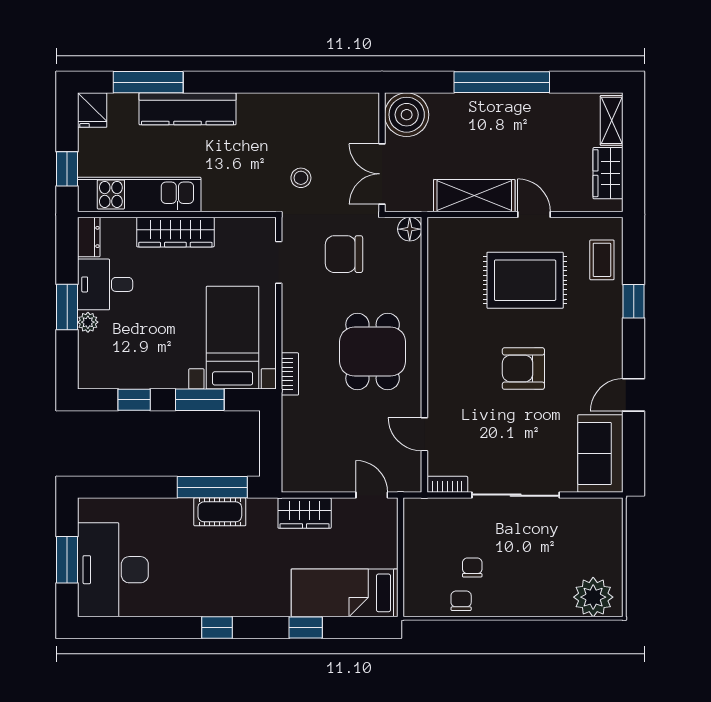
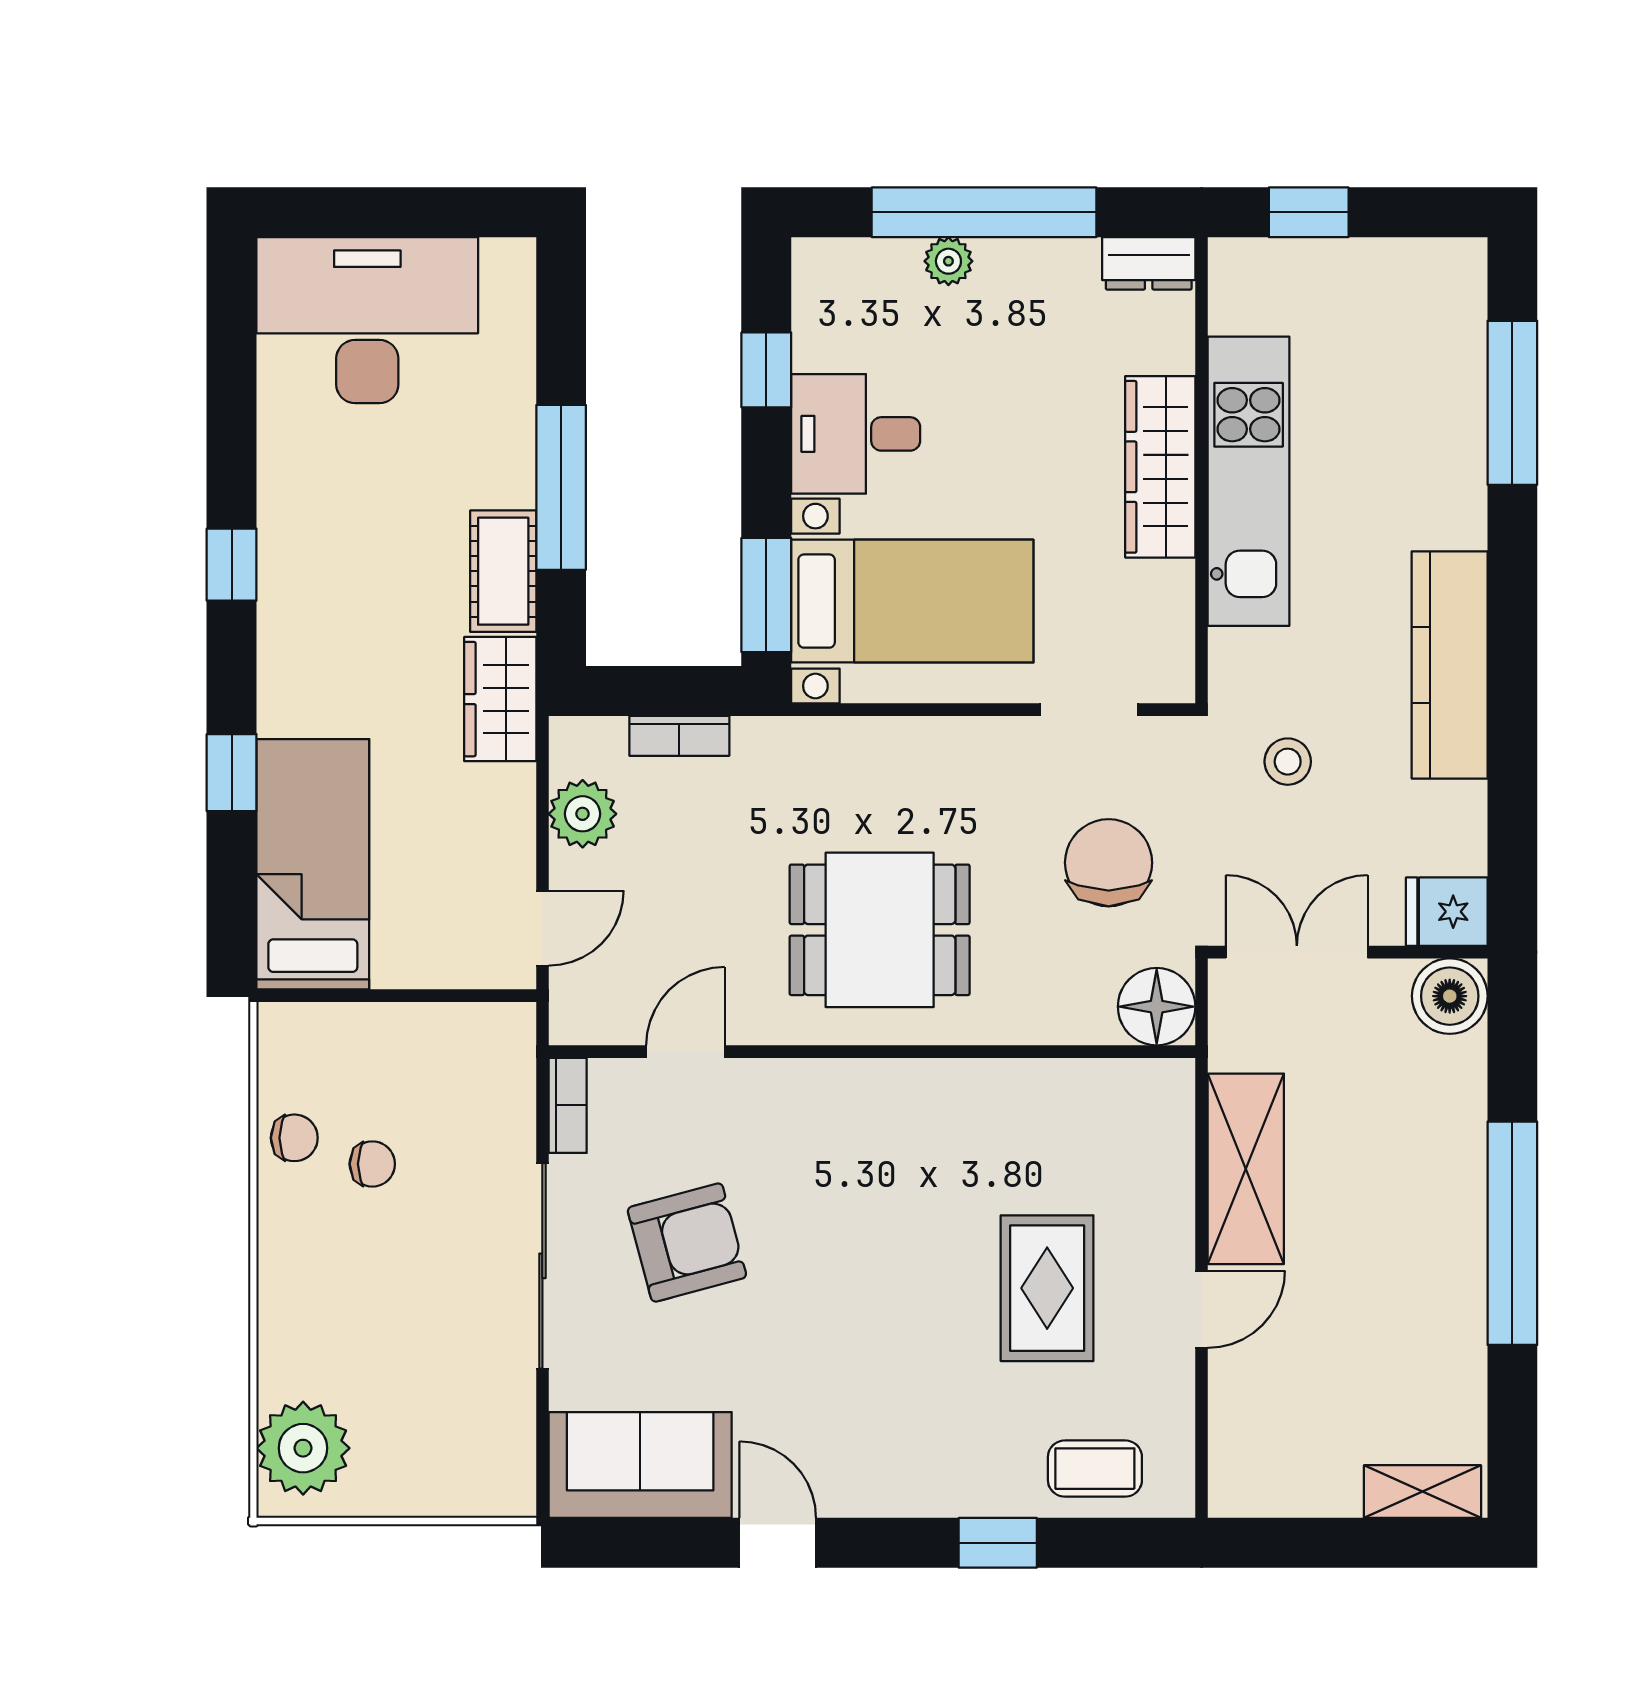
kitchen counter: (188, 109) -> (1450, 665), moved
fridge: (92, 110) -> (1447, 912), moved
boiler: (407, 115) -> (1450, 996), width x0.73, depth x0.73
wardrobe: (608, 173) -> (1299, 1483), removed
kitchen unit: (139, 194) -> (1249, 481), moved
floor lamp: (410, 229) -> (1157, 1007), width x1.38, depth x1.38
rug: (525, 280) -> (1047, 1288), width x0.73, depth x0.70
desk: (105, 284) -> (856, 434), moved, turned -90
window: (67, 307) -> (984, 212), width x2.11
armchair: (523, 369) -> (687, 1243), moved, turned 75
bookcase: (290, 374) -> (679, 736), moved
window: (200, 400) -> (766, 595), moved
plant: (323, 478) -> (583, 814), added
window: (212, 487) -> (561, 487), moved
wardrobe: (305, 513) -> (500, 699), moved
window: (67, 560) -> (390, 212), removed

